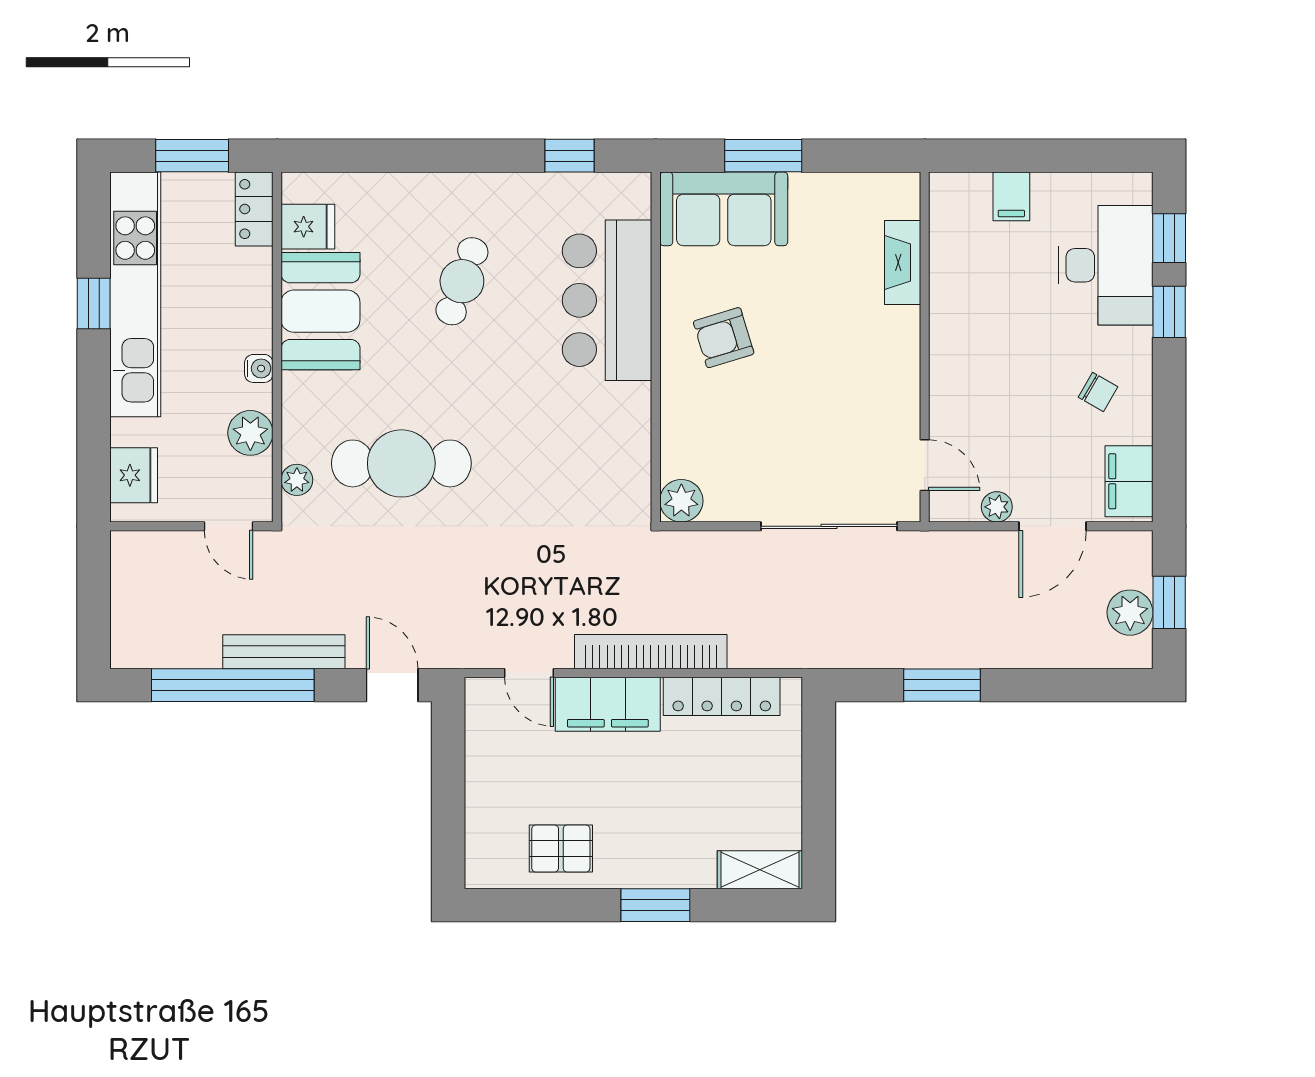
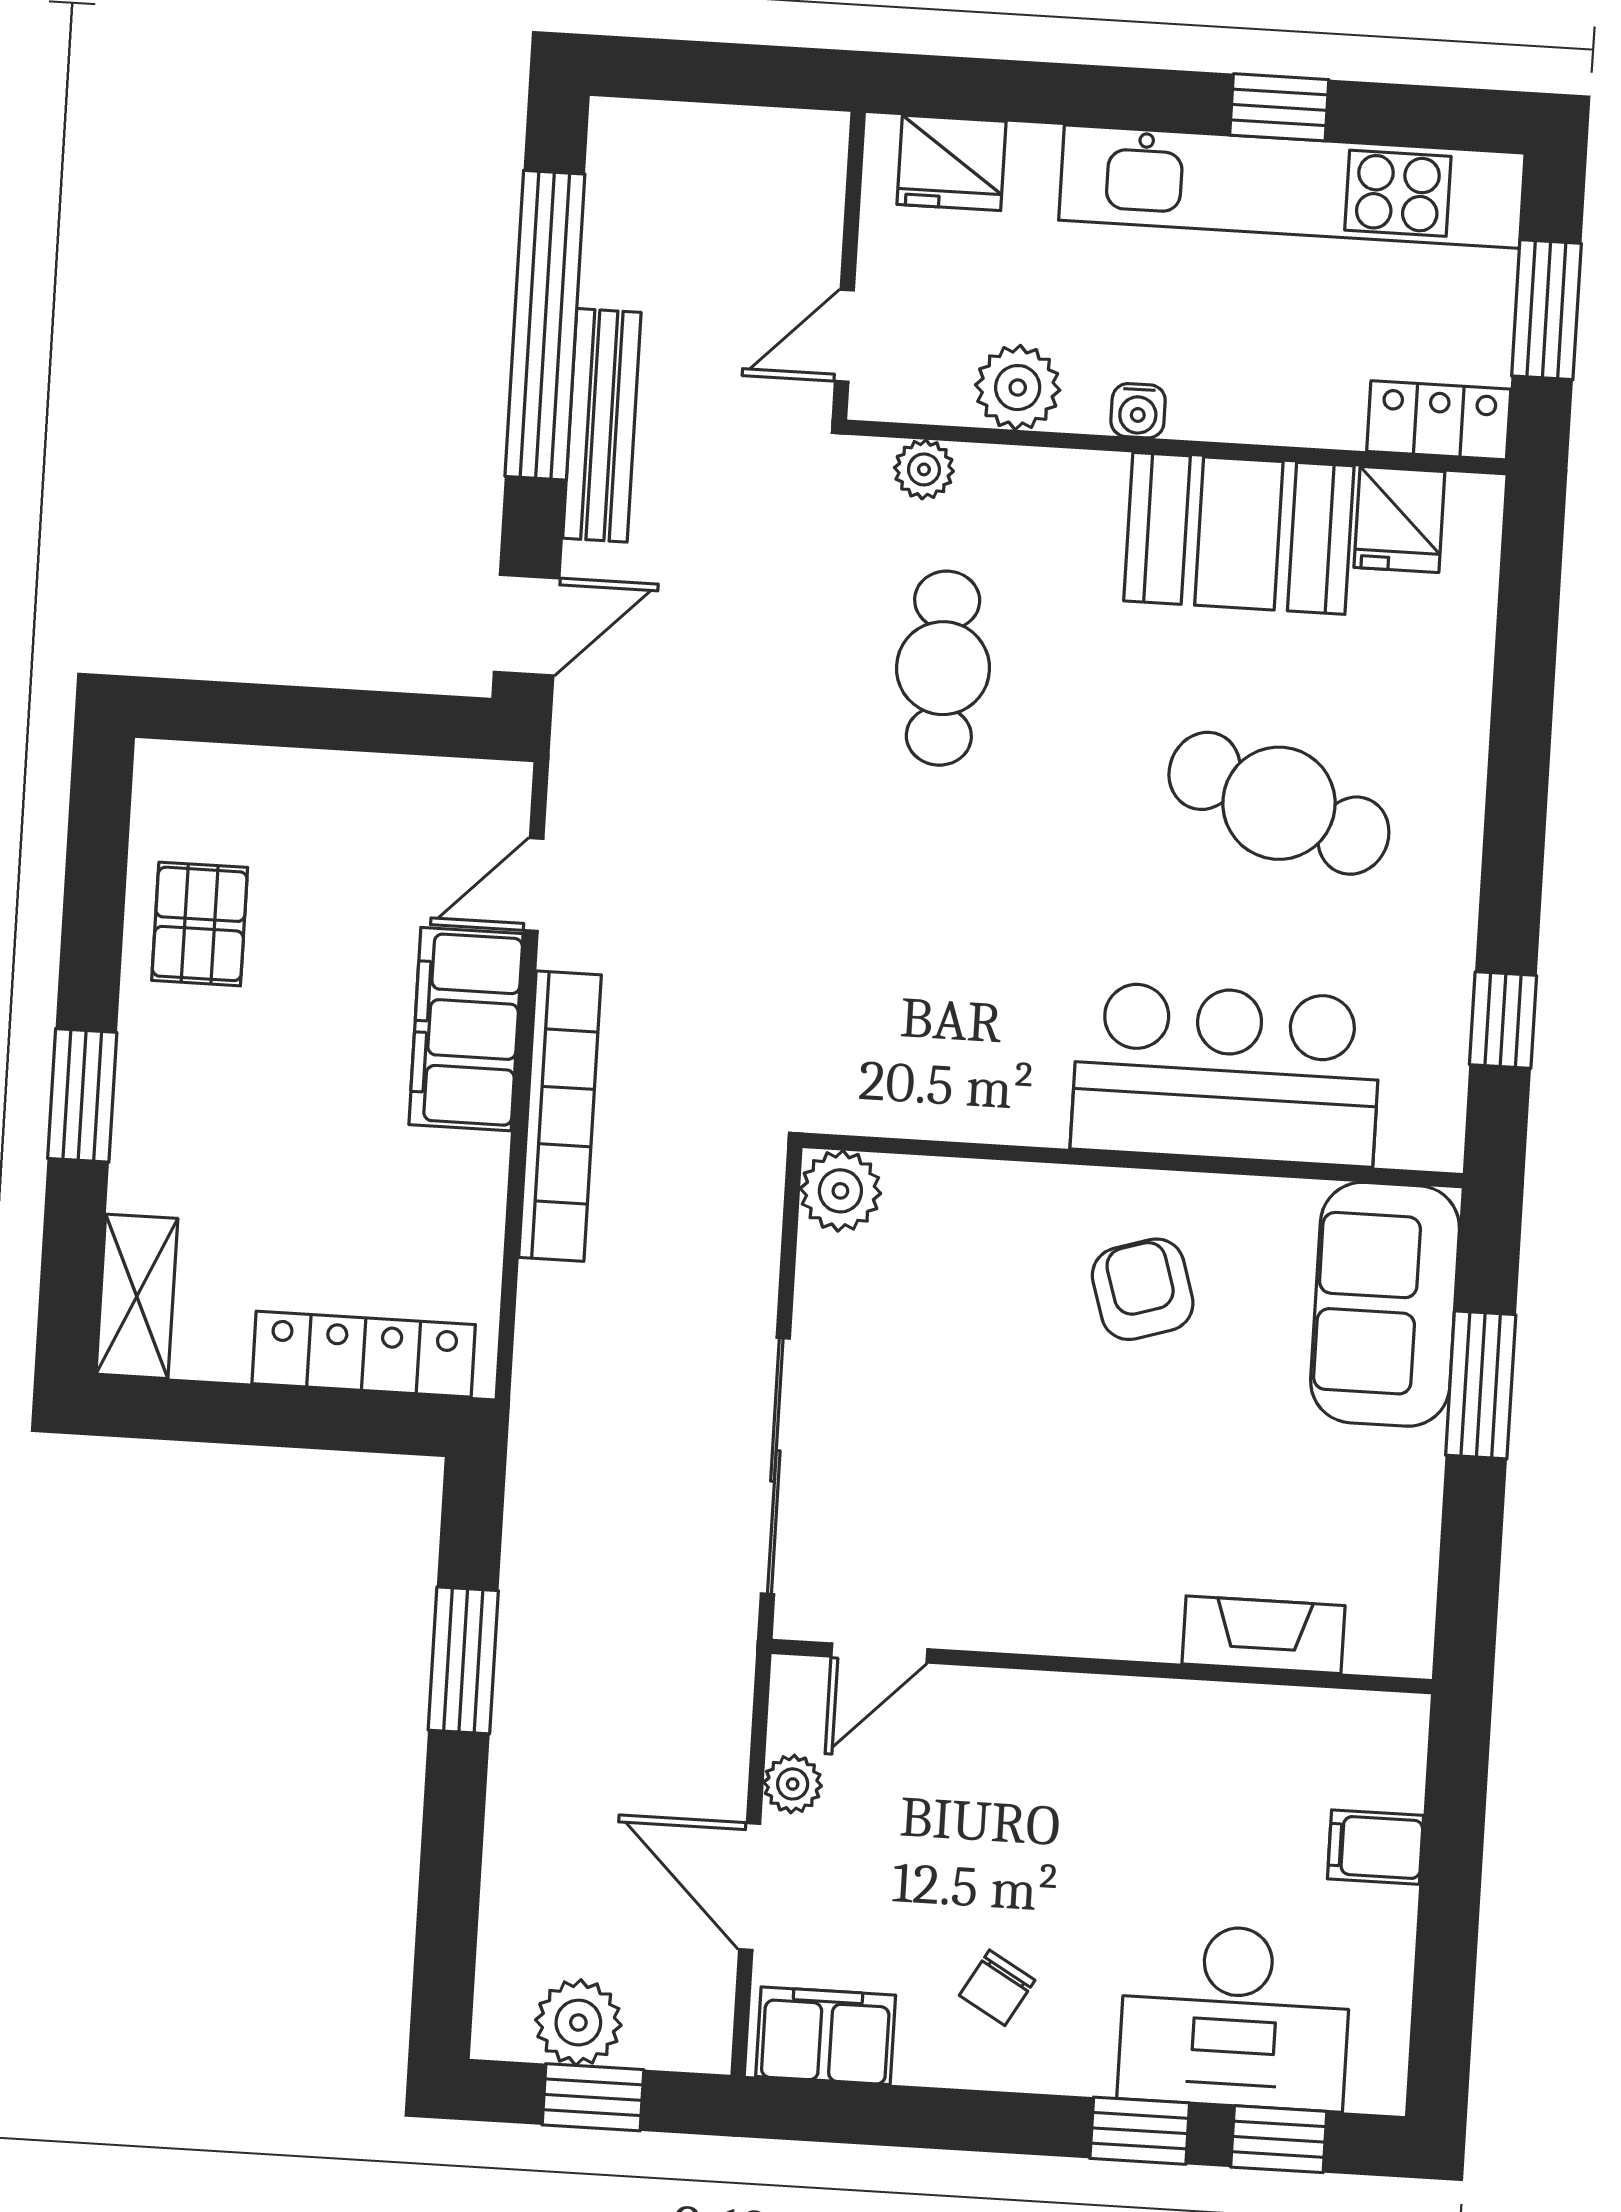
cafe table: (462, 281) -> (1279, 803), width x1.37, depth x1.35
cafe table: (401, 463) -> (943, 668), width x0.73, depth x0.74
locker: (722, 696) -> (364, 1354), moved, turned 90

